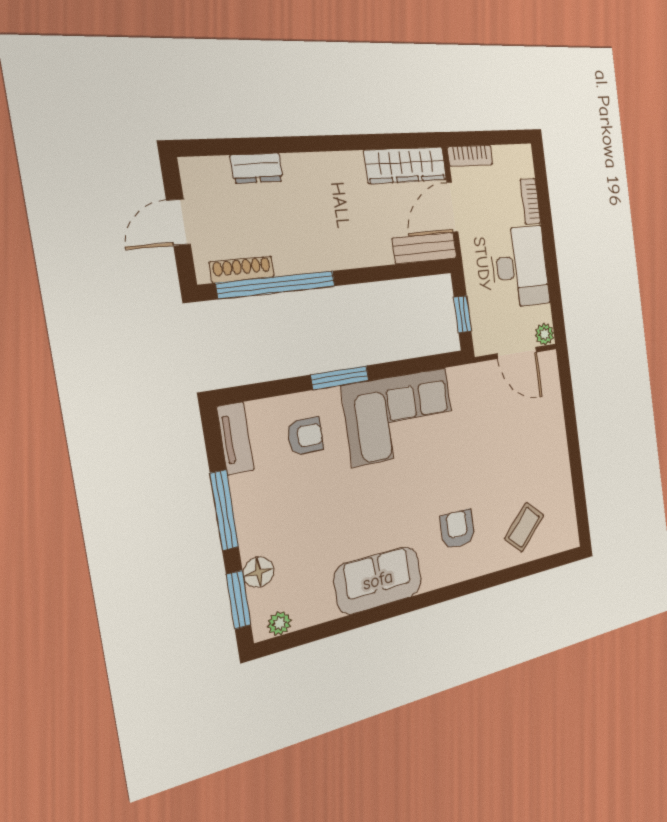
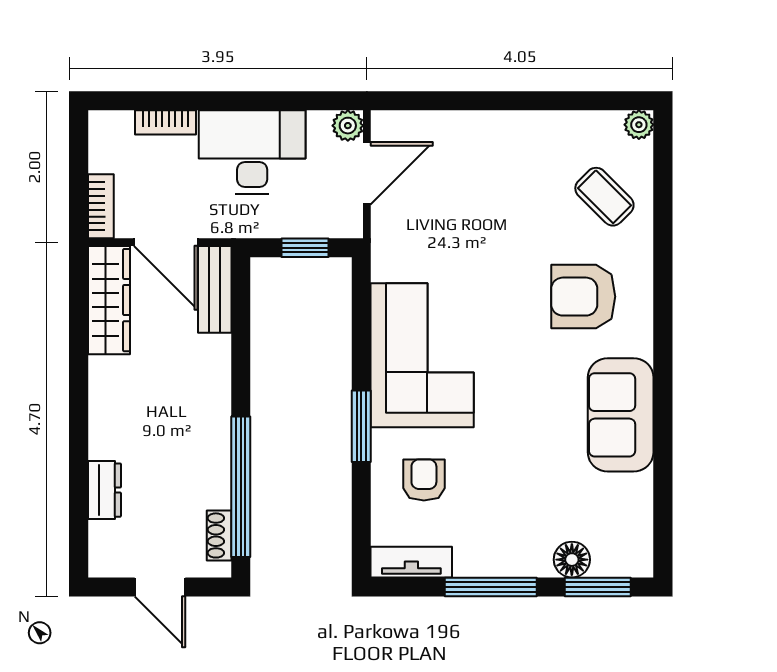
shoe rack: (242, 269) -> (219, 535), width x0.70
armchair: (458, 529) -> (583, 297), width x1.38, depth x1.38
plant: (280, 623) -> (639, 125), moved

